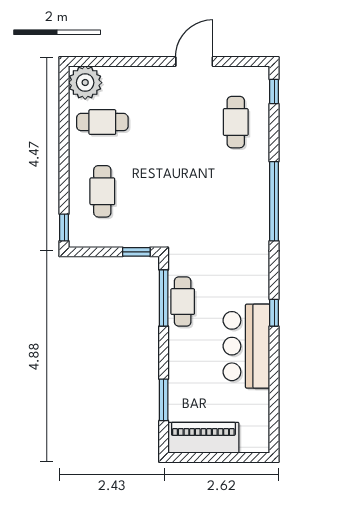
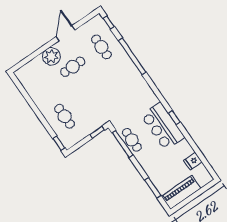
plant: (85, 83) -> (51, 56), moved
cafe table: (102, 122) -> (73, 67), moved
window: (274, 201) -> (132, 56), moved
bar counter: (246, 346) -> (163, 126), moved
fridge: (256, 401) -> (193, 161), added

